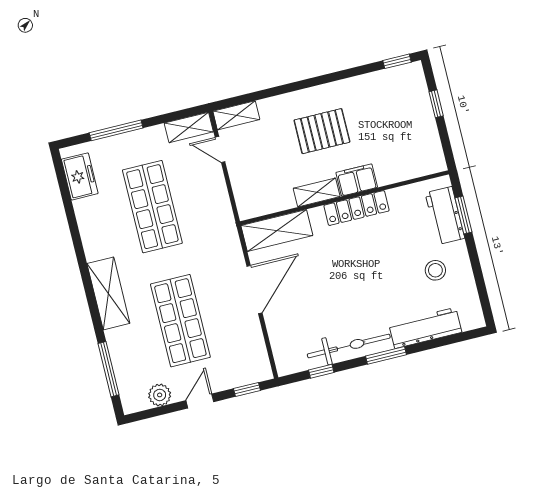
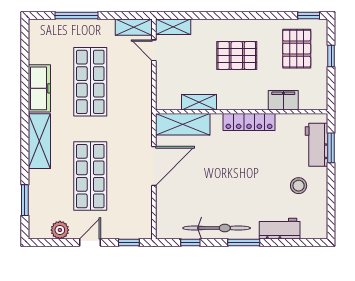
pallet: (392, 105) -> (297, 49), added
freezer: (80, 176) -> (39, 88), moved, width x1.40
filing cabinet: (357, 180) -> (283, 100), moved
shelving: (317, 192) -> (199, 102), moved
workbench: (425, 328) -> (280, 229), width x0.73
window: (108, 369) -> (25, 200), width x0.69

